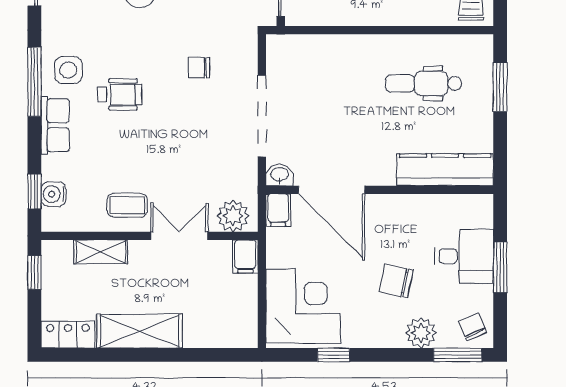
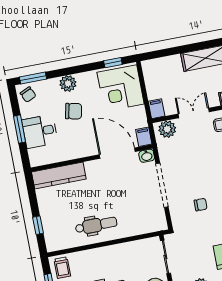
dental chair: (424, 83) -> (96, 225), moved
window: (500, 87) -> (38, 225), width x0.67
double door: (179, 236) -> (194, 113), swing flipped
plant: (421, 333) -> (68, 83), moved
window: (334, 355) -> (113, 63), moved

